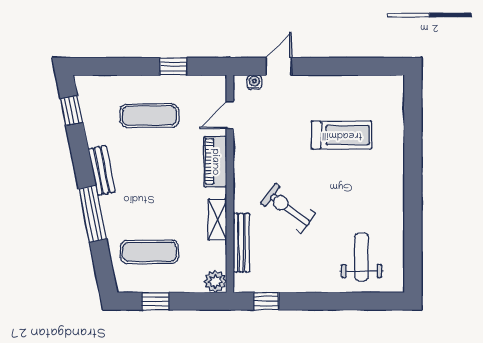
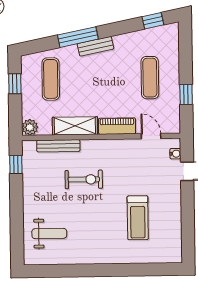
bench: (102, 170) -> (95, 46), moved
exercise bike: (288, 208) -> (84, 179), turned 53
shelving: (217, 220) -> (75, 126), width x1.50, depth x1.33

